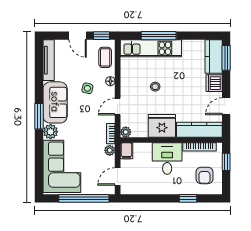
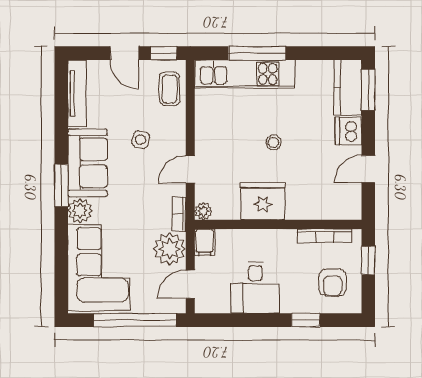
floor lamp: (110, 81) -> (178, 128), removed
stool: (155, 87) -> (274, 142), moved
kitchen counter: (199, 130) -> (324, 208), removed
plant: (110, 150) -> (170, 249), width x1.88, depth x1.88
desk: (167, 159) -> (255, 287), moved, turned 180

